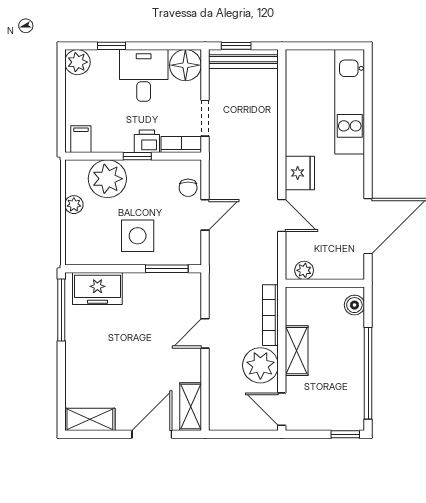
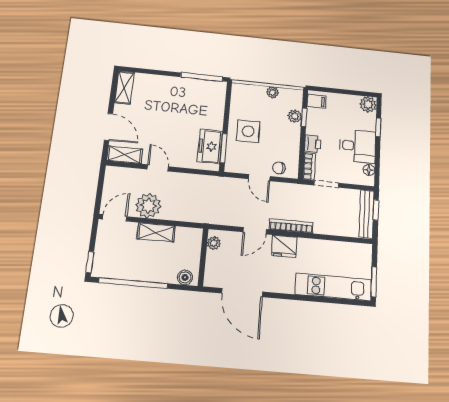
window: (338, 46) -> (374, 282), added
floor lamp: (185, 65) -> (369, 170), width x0.53, depth x0.53
window: (137, 156) -> (304, 117), moved
plant: (107, 179) -> (295, 116), width x0.53, depth x0.53
freezer: (97, 289) -> (210, 146), moved
bookcase: (270, 315) -> (291, 226), moved
door: (205, 333) -> (158, 168), moved

